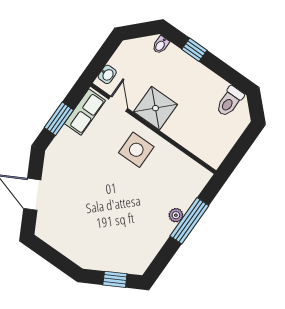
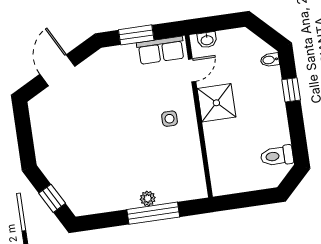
side table: (136, 150) -> (170, 119), width x0.54, depth x0.54

